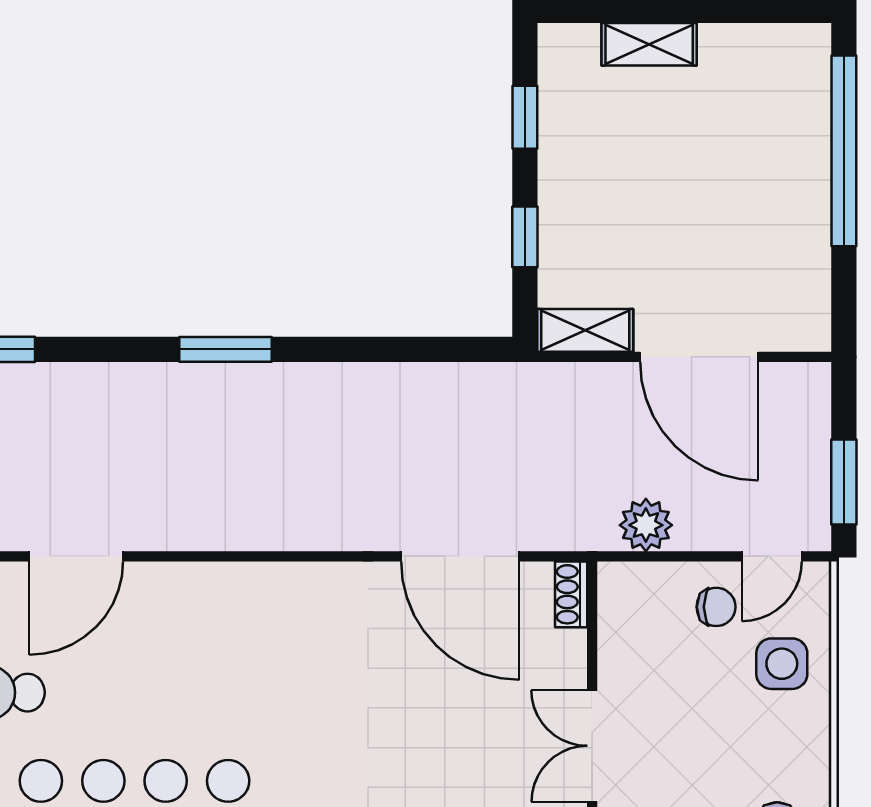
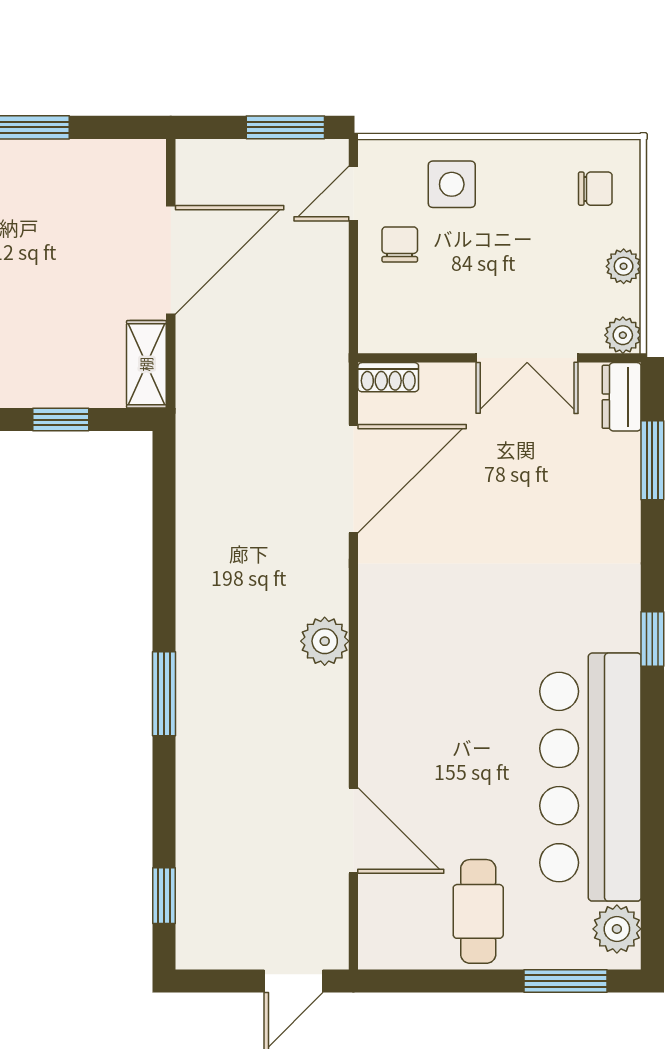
plant: (646, 525) -> (325, 641), moved
door: (772, 556) -> (353, 194), swing flipped

